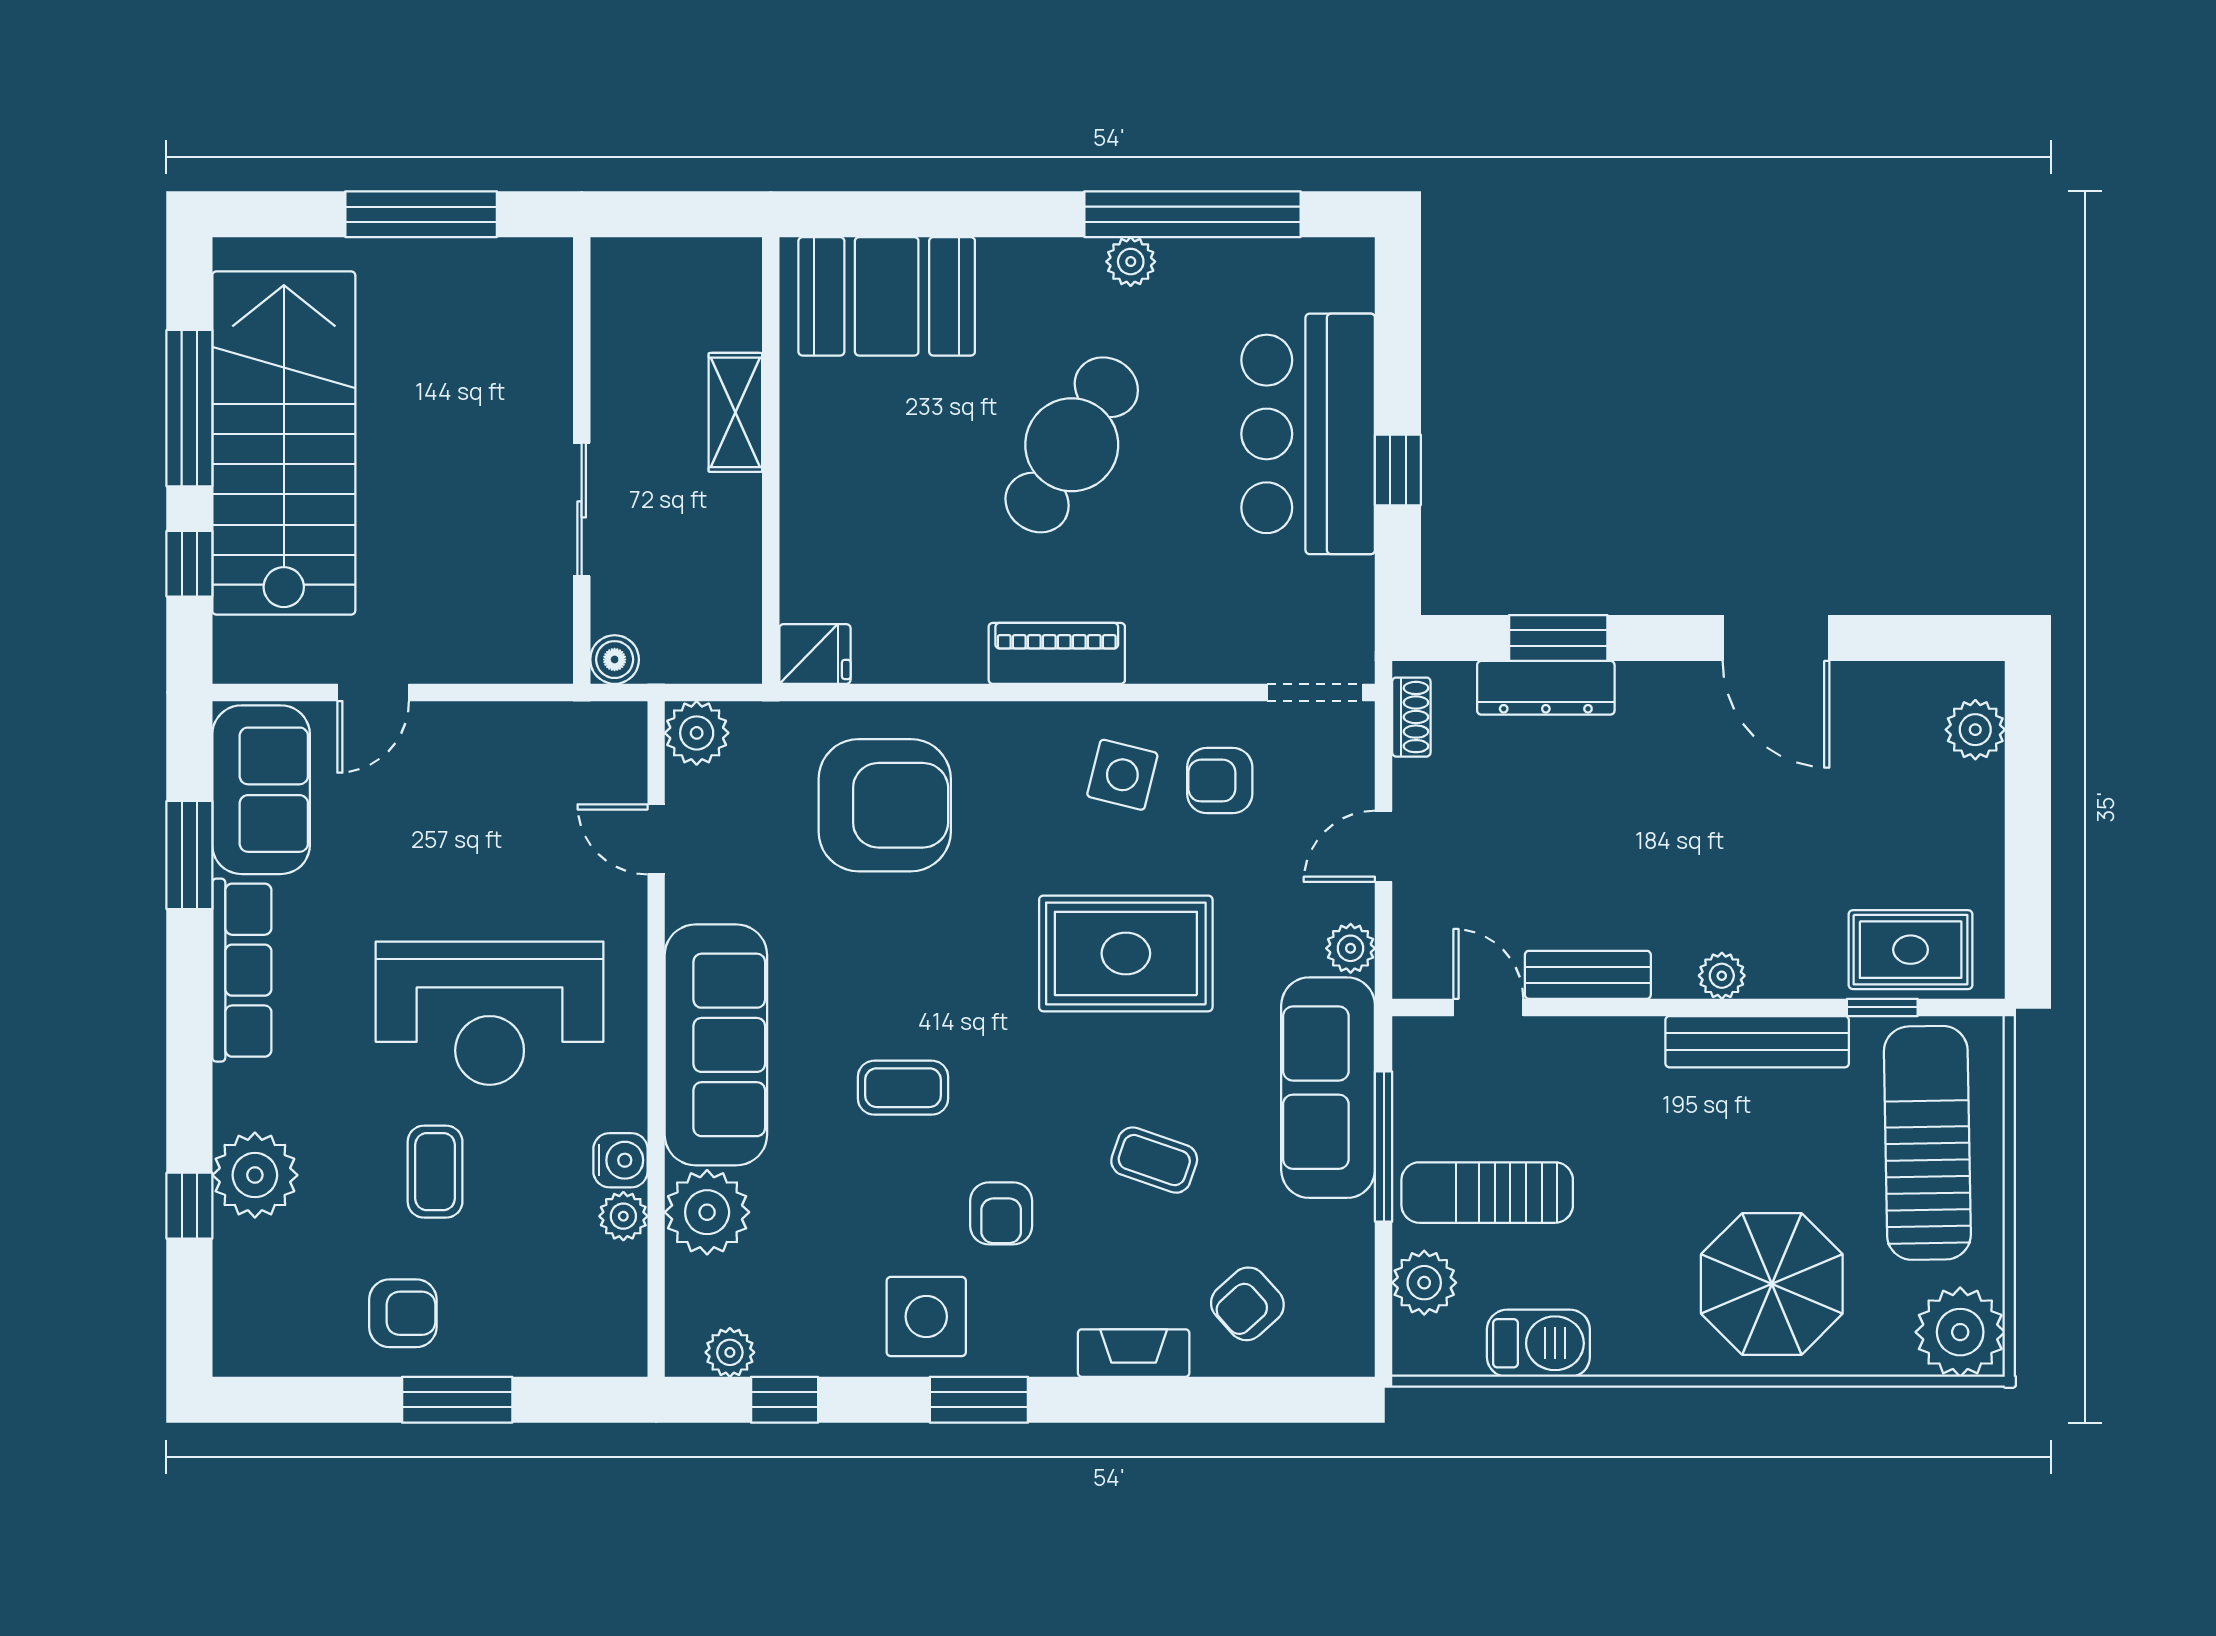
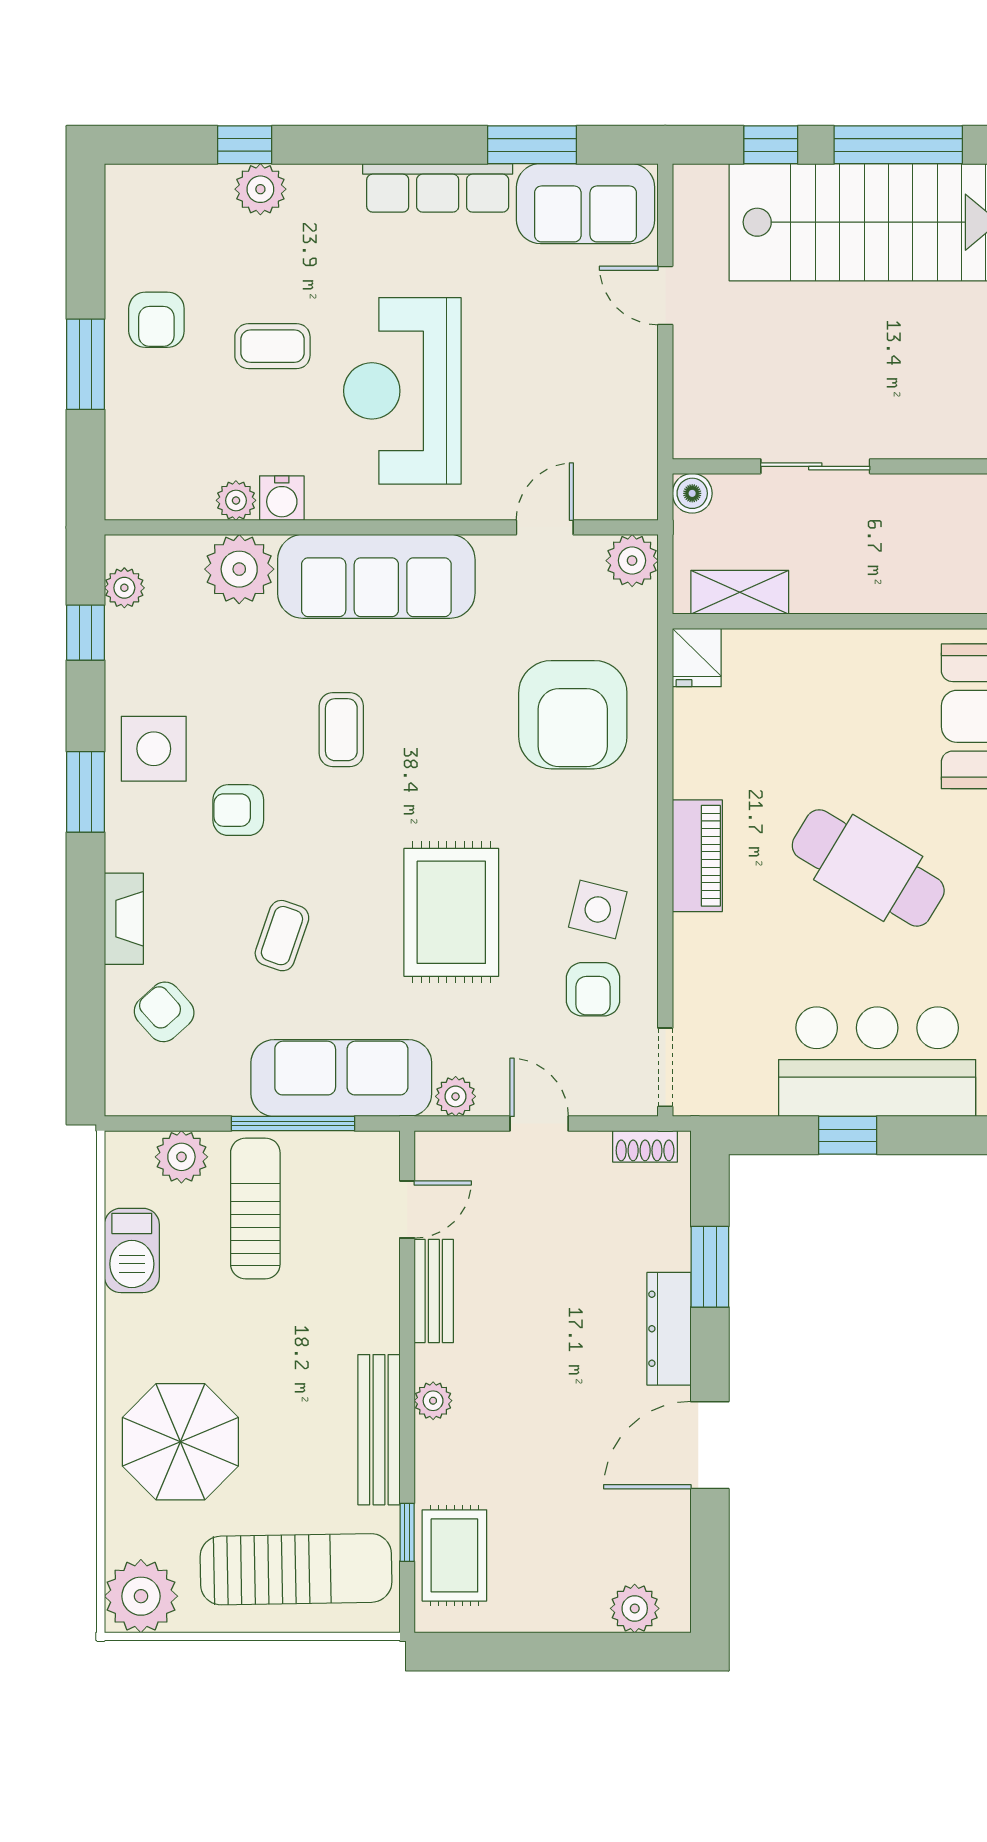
shelving: (735, 412) -> (740, 592), moved
dresser: (1546, 688) -> (669, 1329), moved
armchair: (1220, 781) -> (593, 989), turned 180
plant: (255, 1175) -> (260, 189), width x0.73, depth x0.73

